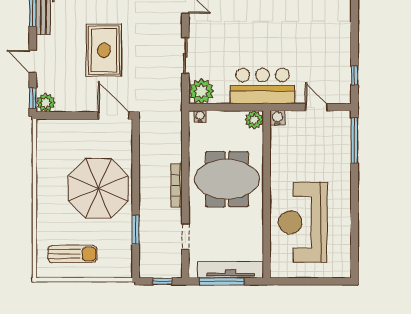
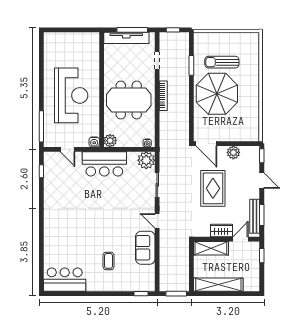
plant: (46, 103) -> (233, 152), moved
reception desk: (303, 222) -> (71, 95), moved
sun lounger: (72, 254) -> (222, 62), moved

